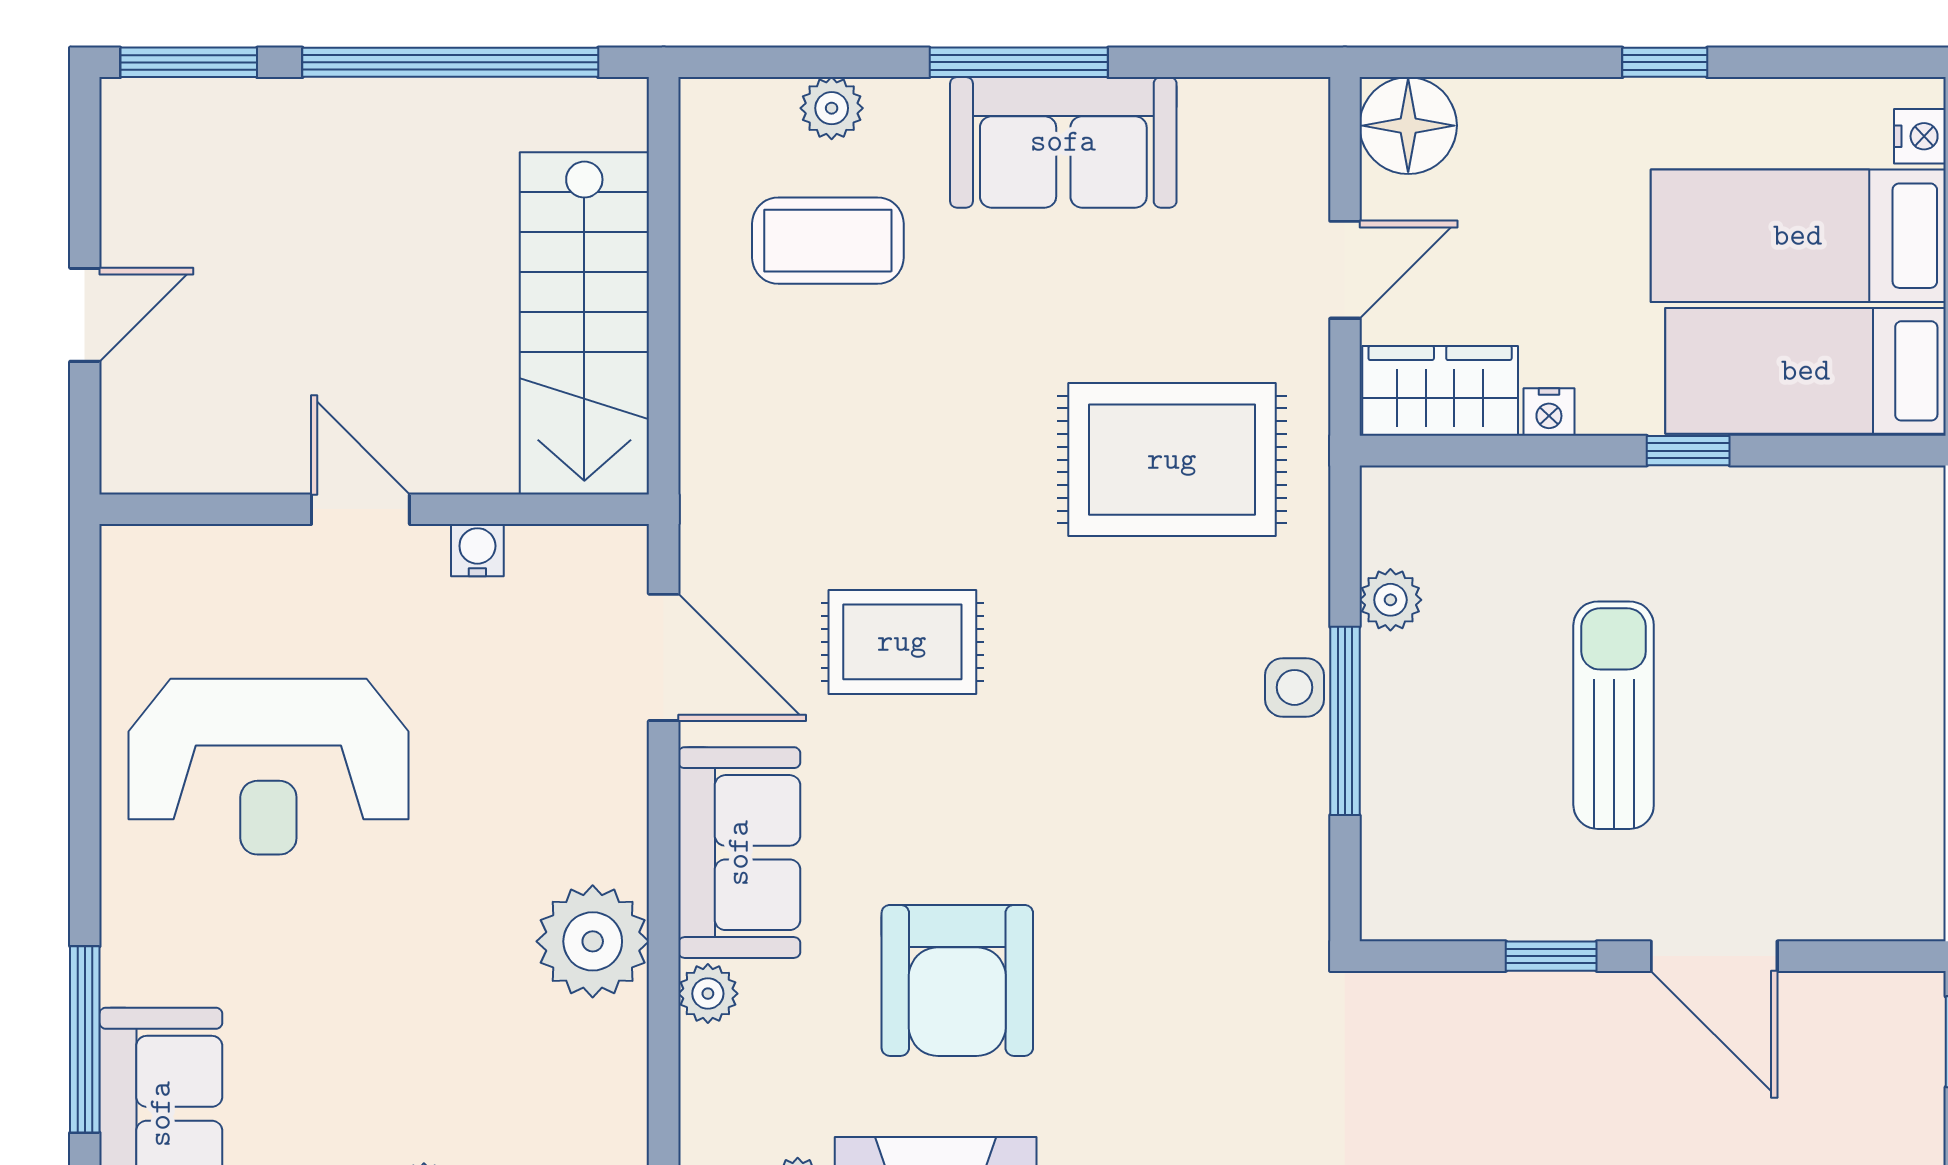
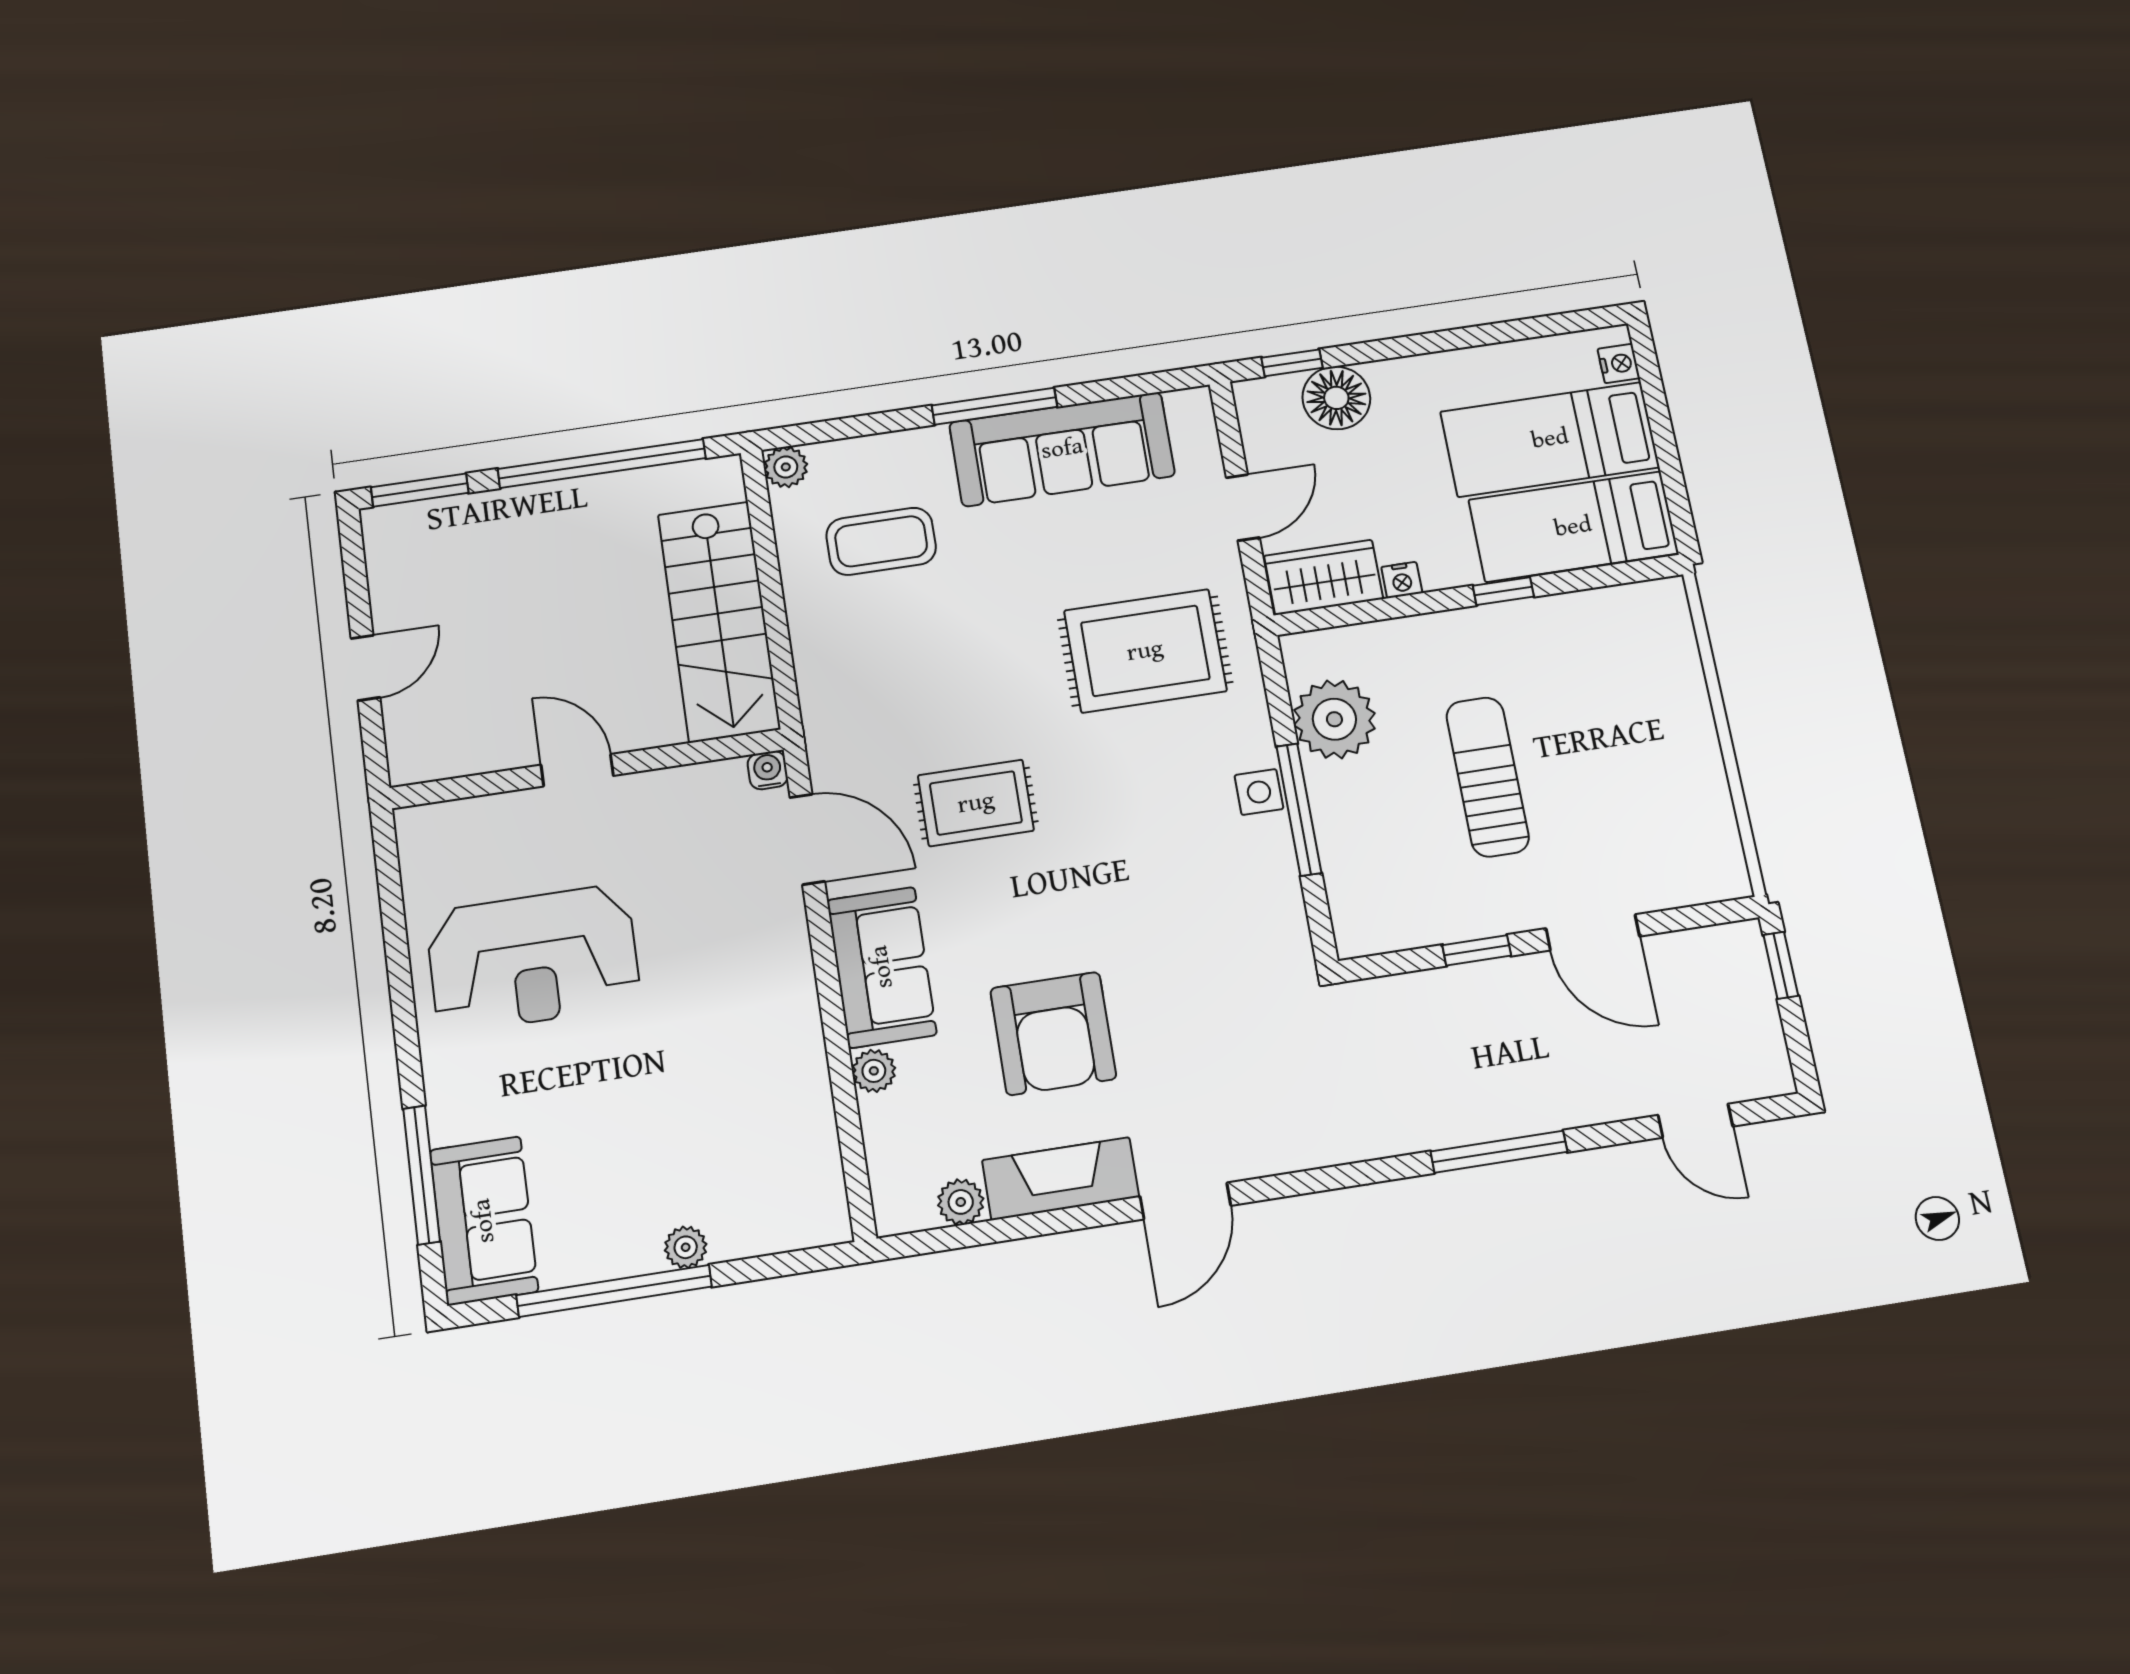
window: (1665, 62) -> (1292, 363), moved
plant: (832, 108) -> (786, 467), moved
floor lamp: (1408, 126) -> (1336, 398), moved
sofa: (1063, 142) -> (1062, 449), width x1.36
water cooler: (477, 550) -> (768, 770), moved
plant: (1390, 600) -> (1334, 719), width x1.88, depth x1.88
plant: (593, 941) -> (785, 1047), removed

